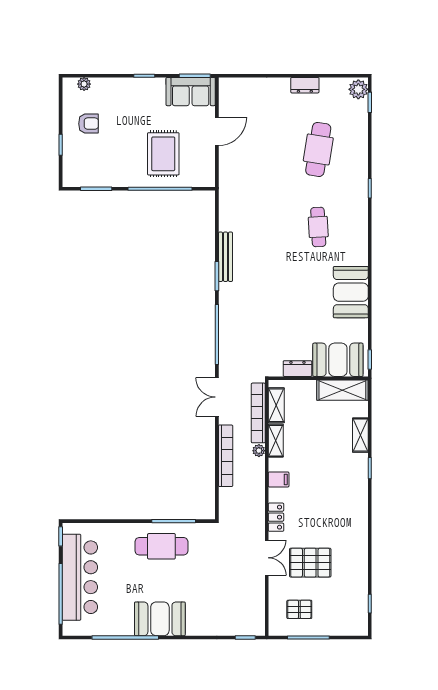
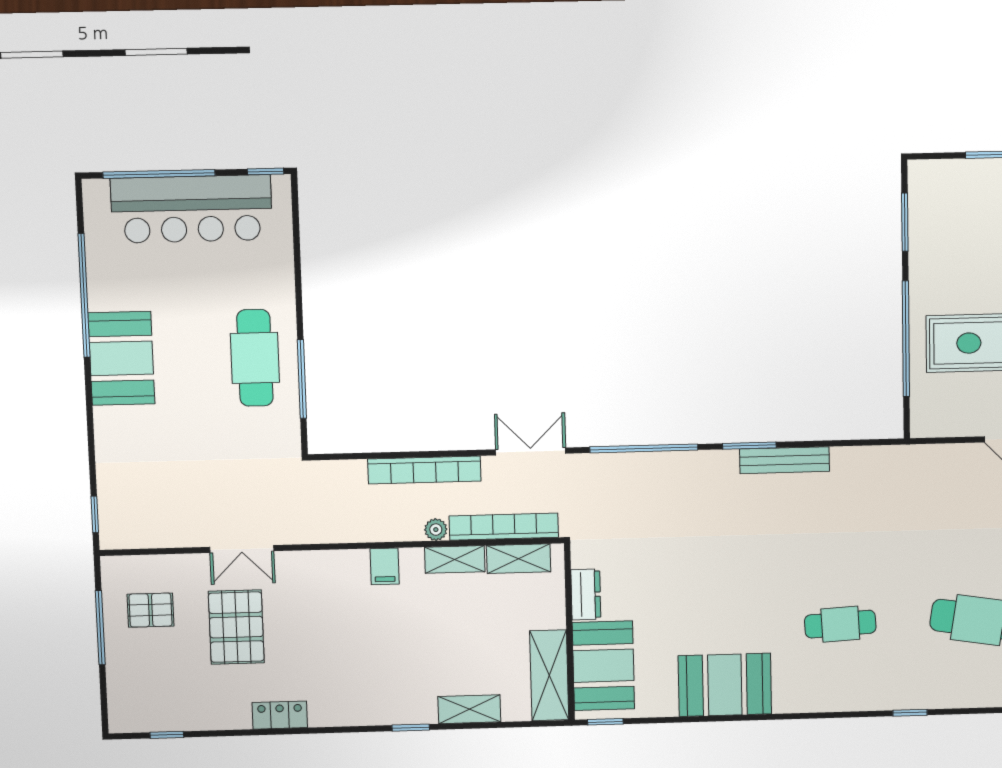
locker: (276, 517) -> (280, 715), moved, turned 180
pallet: (299, 609) -> (151, 610), turned 90

